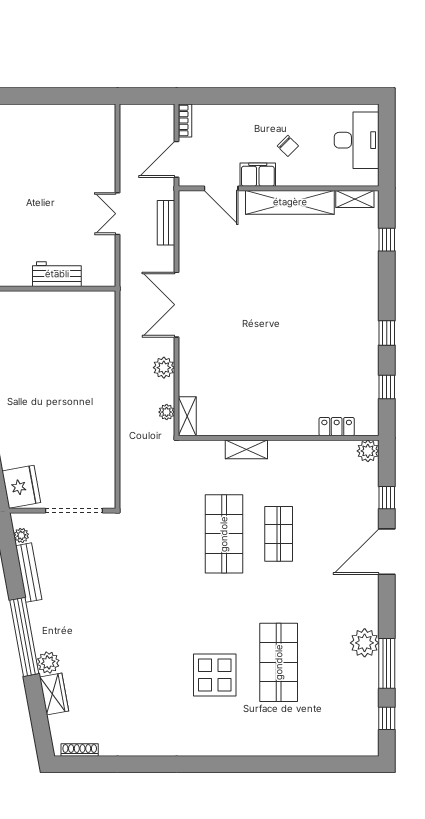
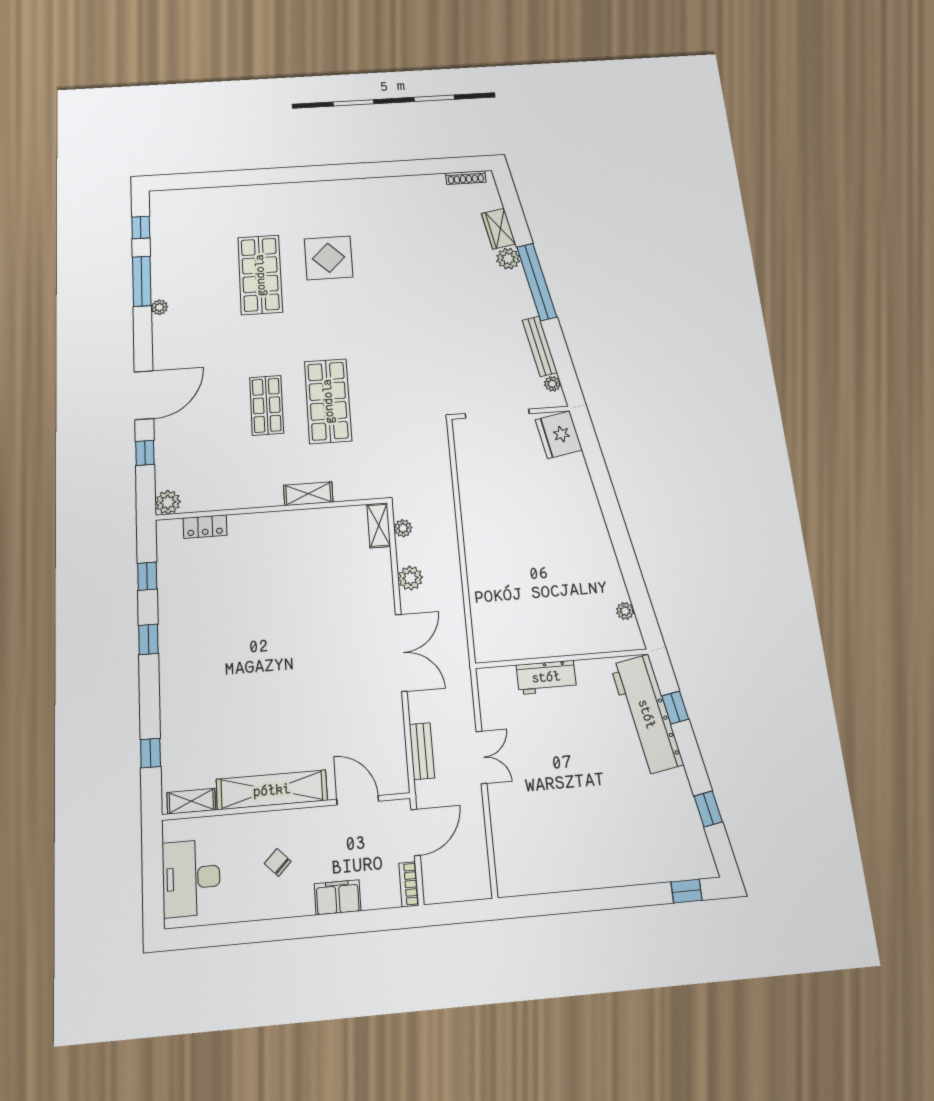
filing cabinet: (258, 175) -> (338, 897), moved, turned 180
plant: (365, 643) -> (159, 307), width x0.53, depth x0.53

